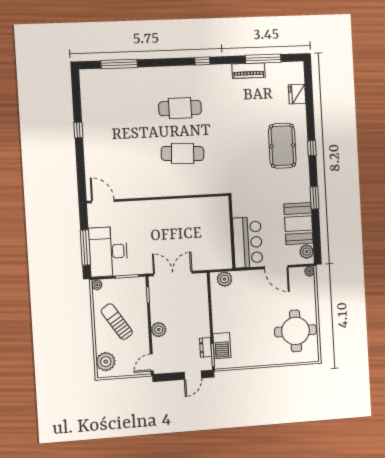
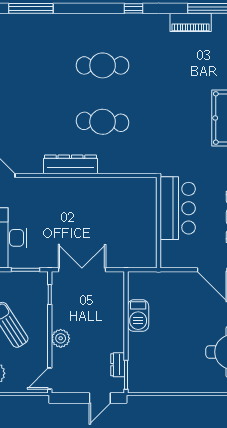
dresser: (159, 189) -> (70, 164), added
bar counter: (248, 242) -> (178, 208), moved
plant: (225, 279) -> (146, 281), removed
barbecue: (222, 346) -> (138, 316), moved

